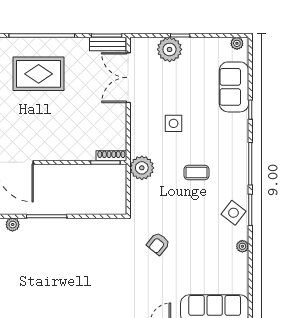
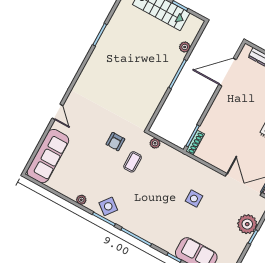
plant: (142, 168) -> (155, 143), moved, width x0.53, depth x0.53
coffee table: (197, 173) -> (133, 162), moved
armchair: (158, 244) -> (115, 142), turned -129

